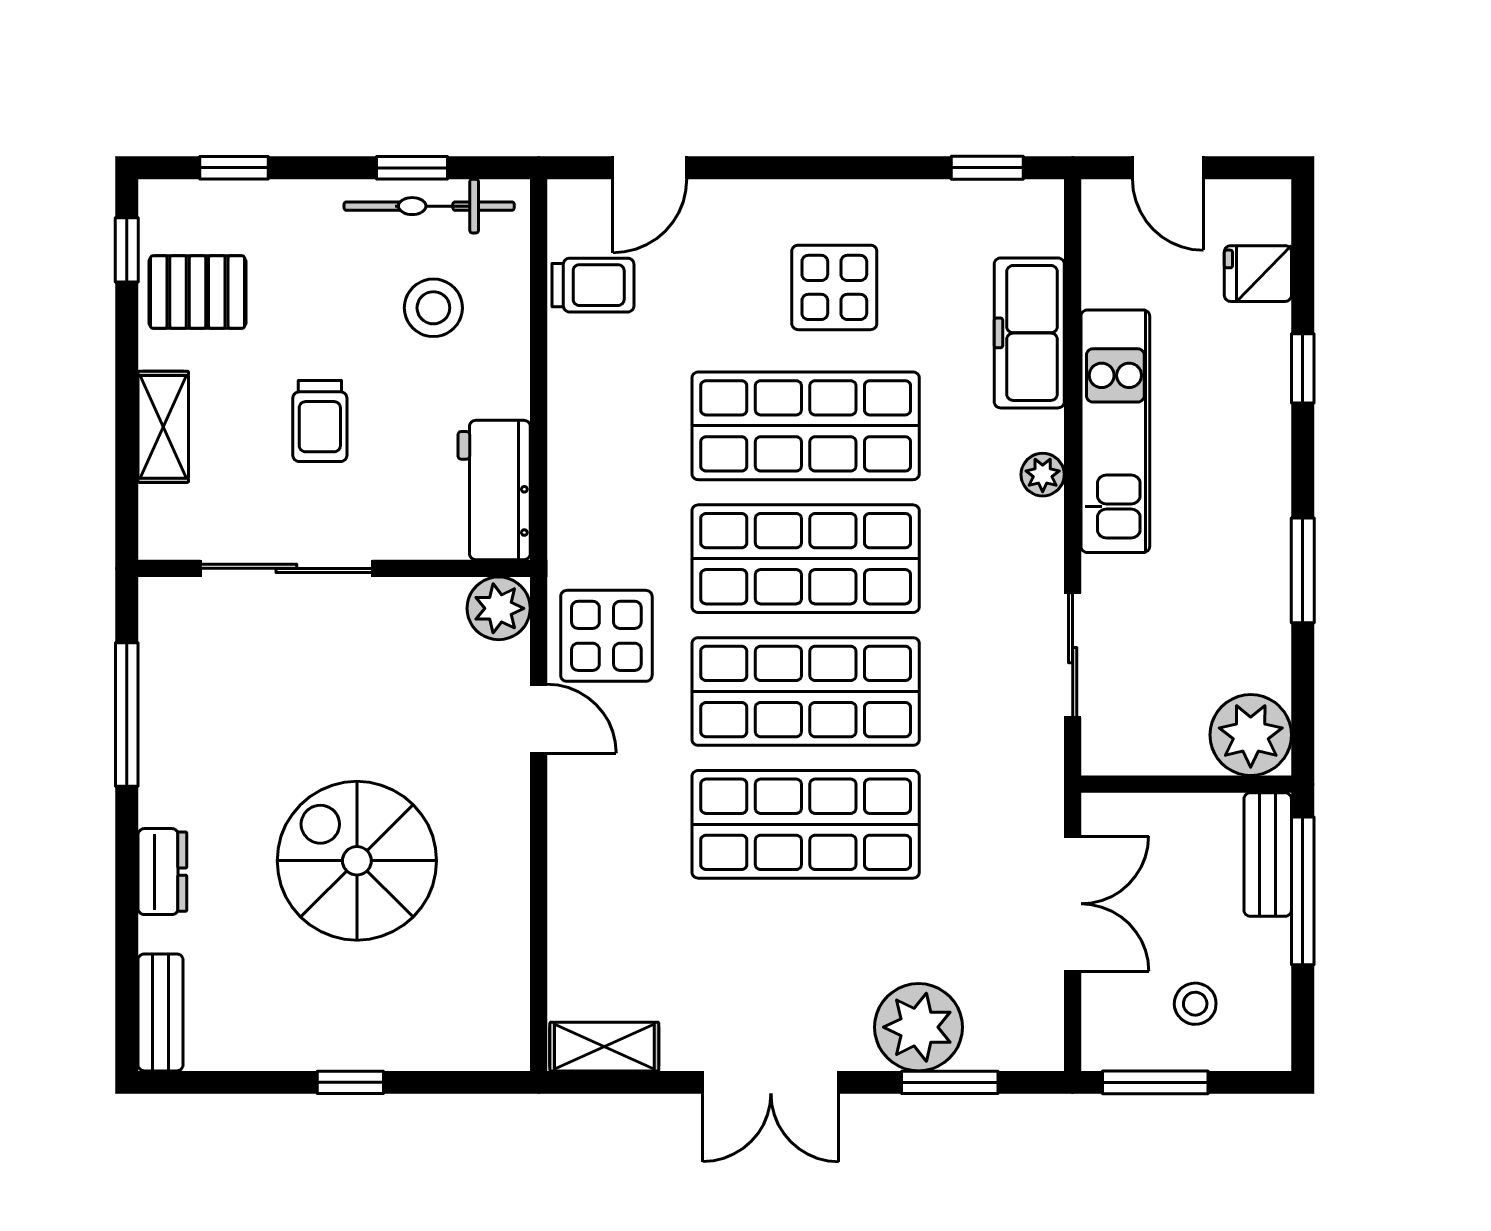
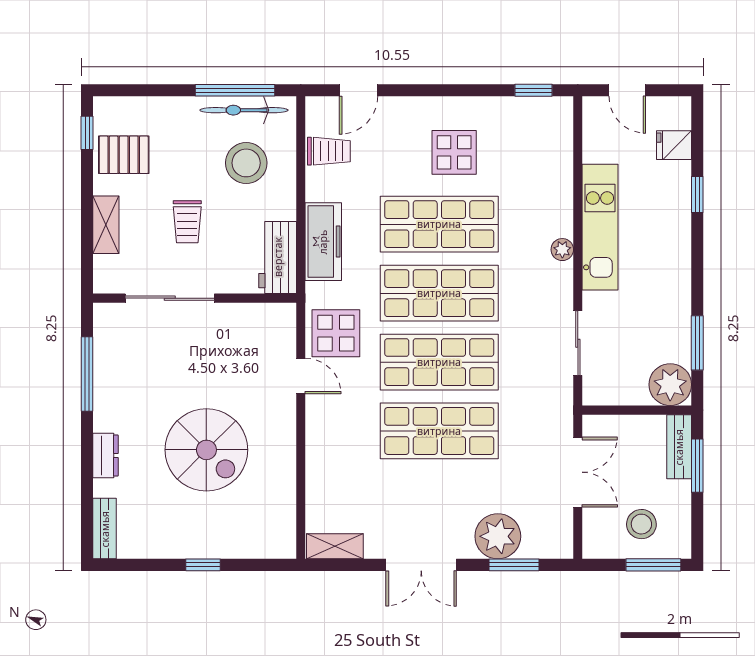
window: (234, 168) -> (143, 90), removed
window: (412, 168) -> (235, 90), width x2.17
stool: (433, 308) -> (246, 163), width x1.38, depth x1.38
freezer: (1029, 333) -> (323, 242), moved, turned 180
window: (1303, 570) -> (697, 343), moved
plant: (499, 608) -> (280, 319), removed
spiral stairs: (357, 861) -> (206, 450), turned 180
window: (1303, 891) -> (697, 466), width x0.69
stool: (1195, 1004) -> (641, 524), width x1.37, depth x1.37
window: (1155, 1082) -> (653, 565), moved

